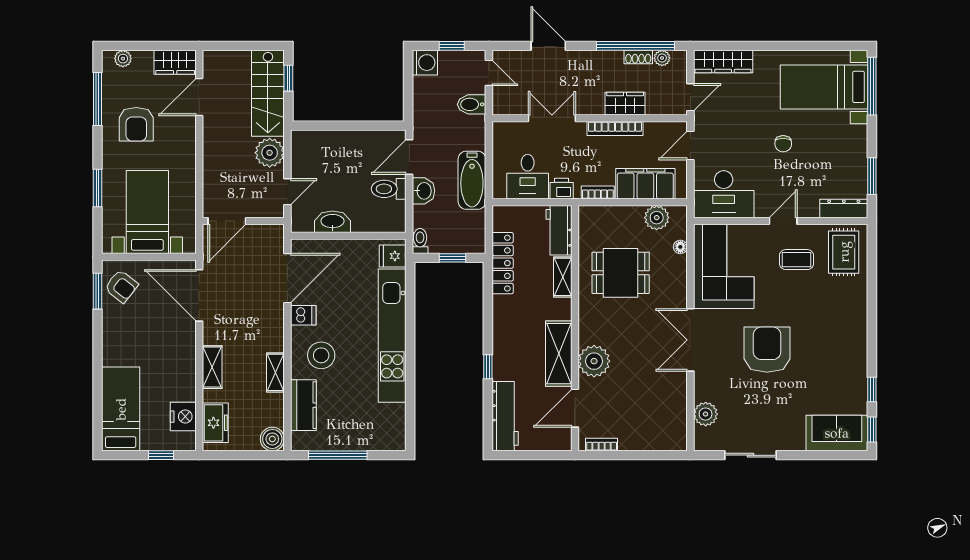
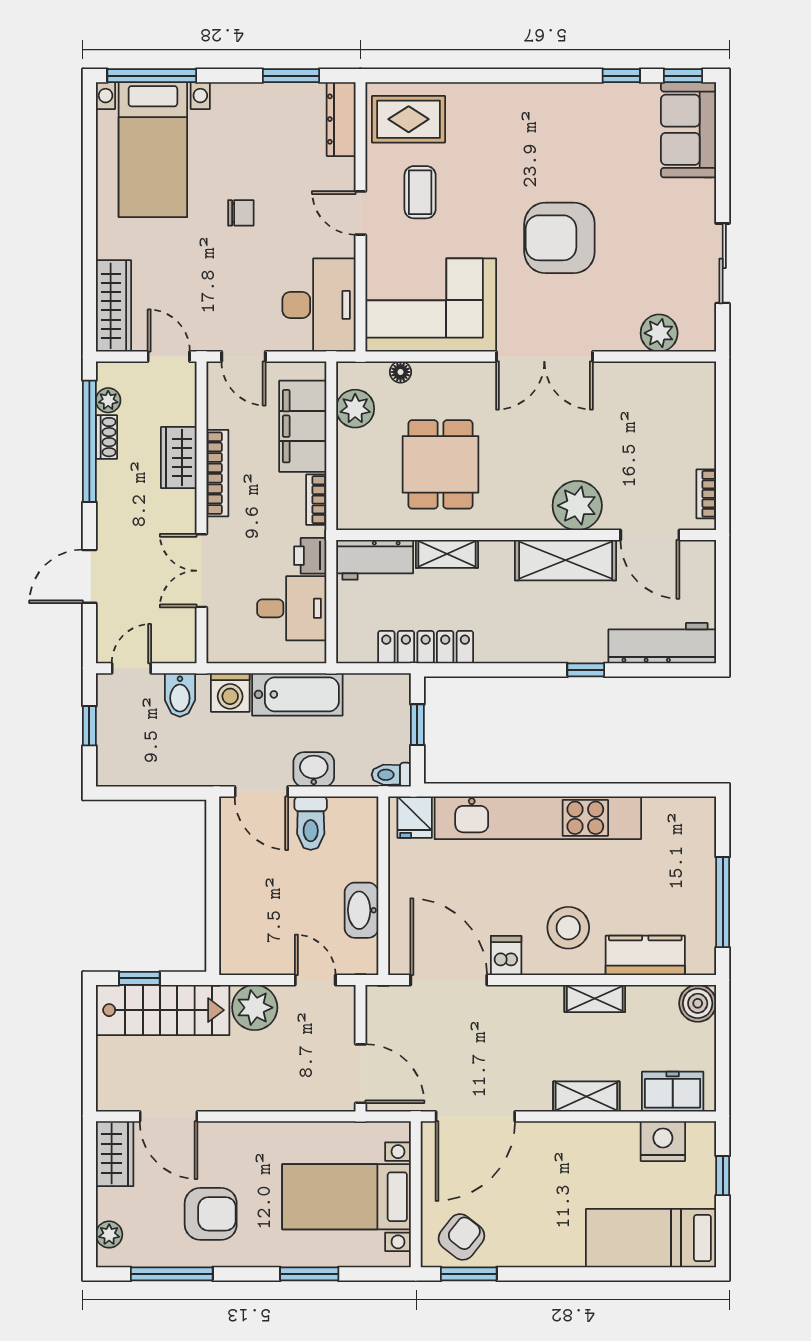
washing machine: (425, 63) -> (230, 692), moved, turned 180

